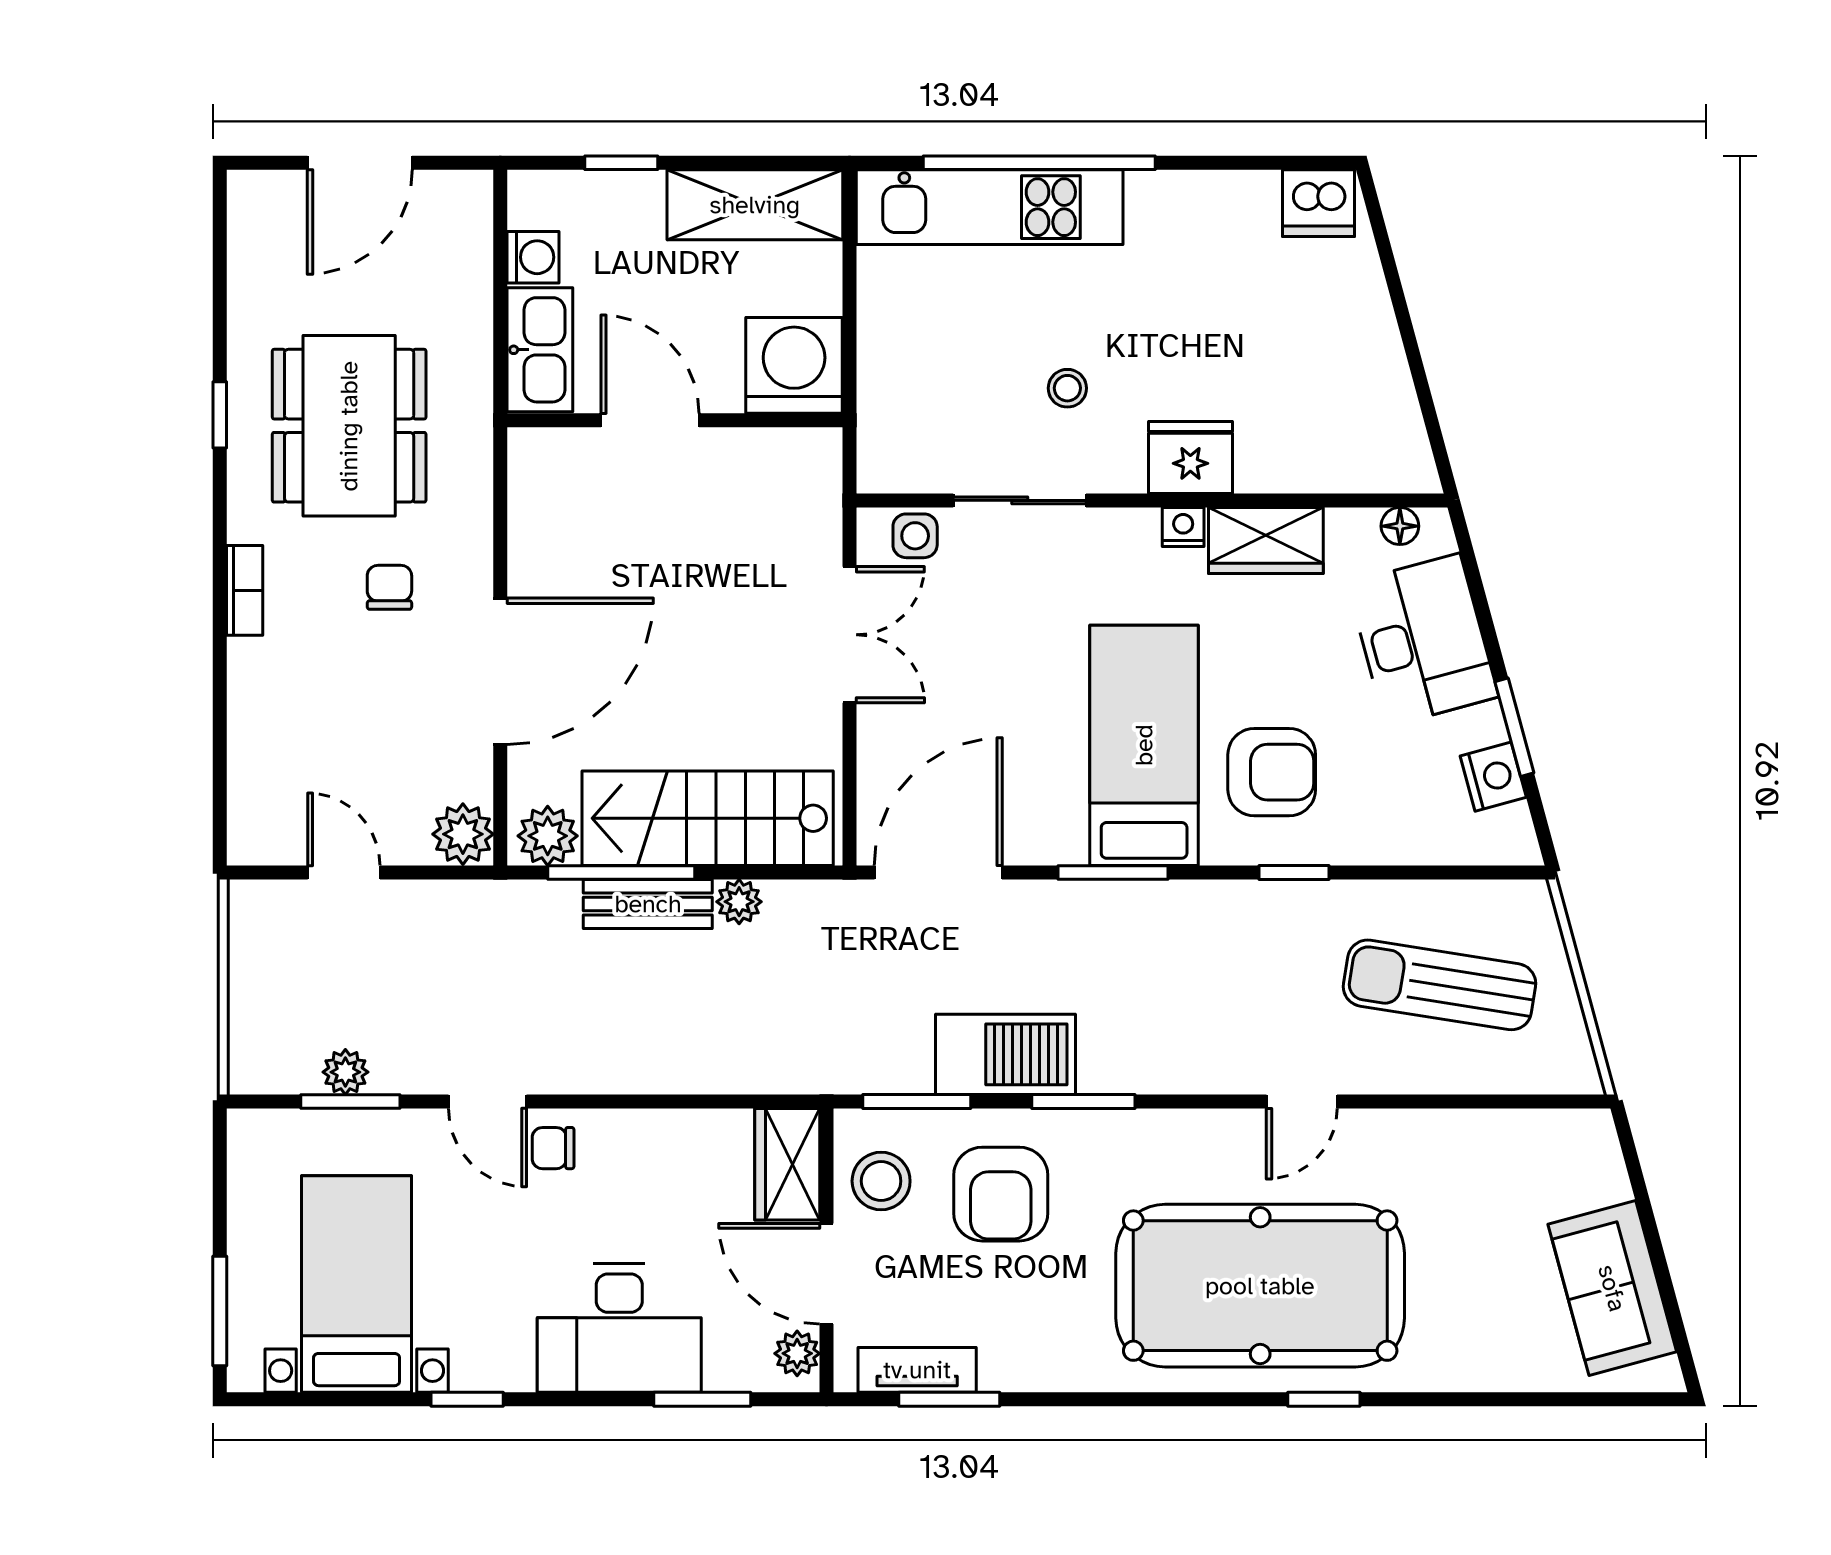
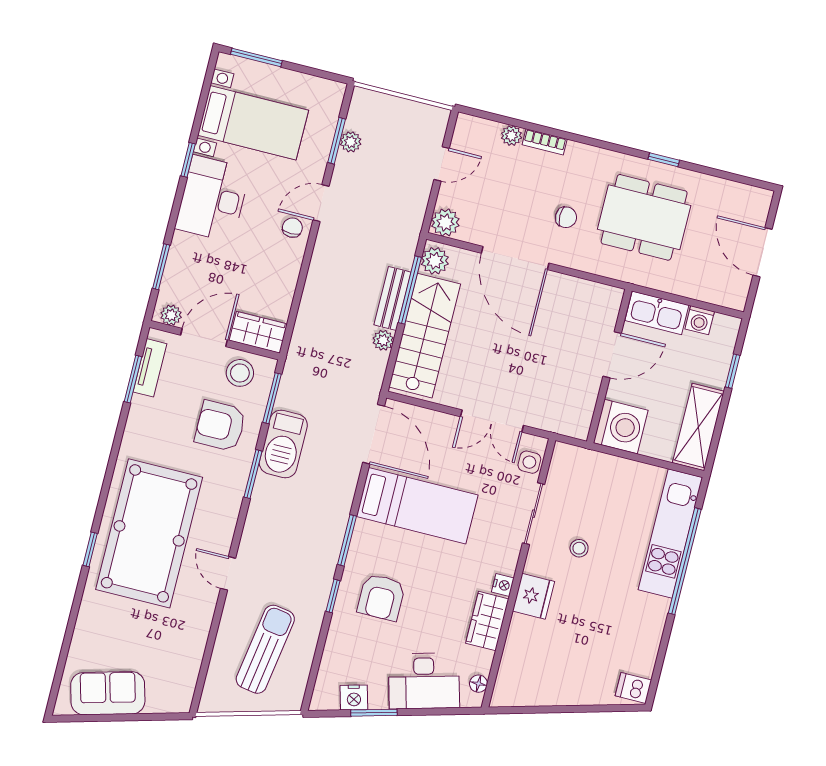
dishwasher: (1318, 203) -> (633, 688), width x0.73
bookcase: (245, 590) -> (545, 142), moved
plant: (249, 743) -> (511, 136), added
bed: (1144, 745) -> (417, 506), moved
window: (1113, 873) -> (347, 540), moved
desk: (619, 1328) -> (213, 199), moved

